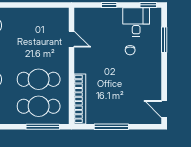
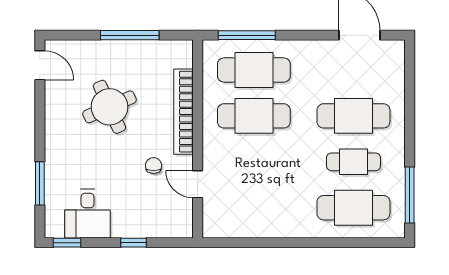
chair: (130, 50) -> (154, 166), moved
round table: (123, 85) -> (109, 107), added
bookcase: (80, 99) -> (183, 112), moved

